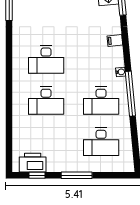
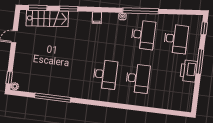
printer: (33, 163) -> (189, 71), moved
window: (37, 175) -> (204, 28), moved

